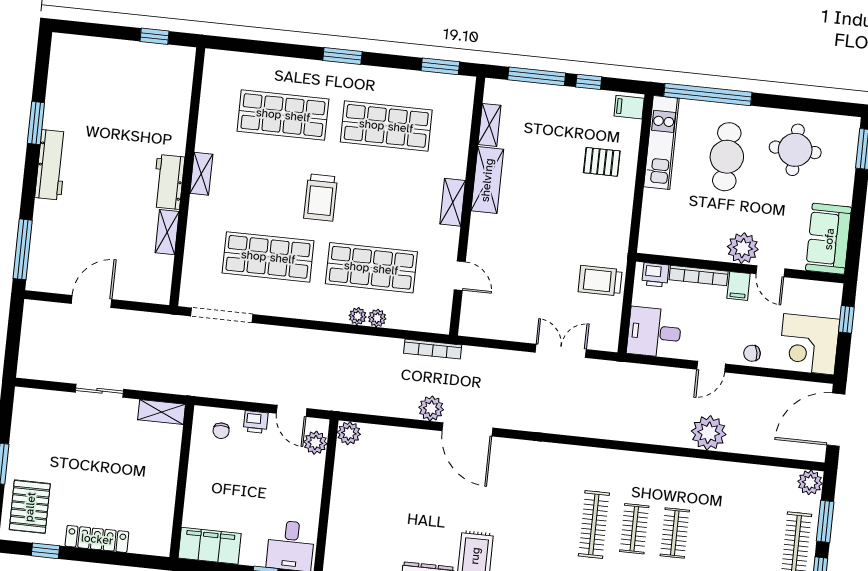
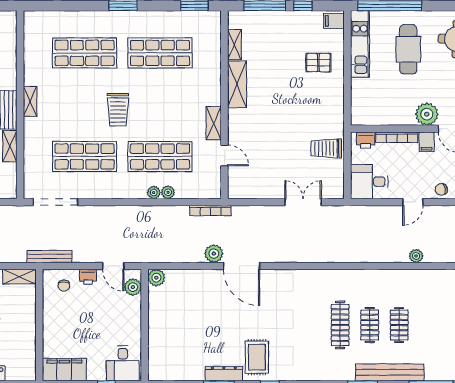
shelving: (453, 202) -> (214, 123), moved
bench: (206, 389) -> (49, 257), added
plant: (709, 433) -> (416, 256), width x0.53, depth x0.53

